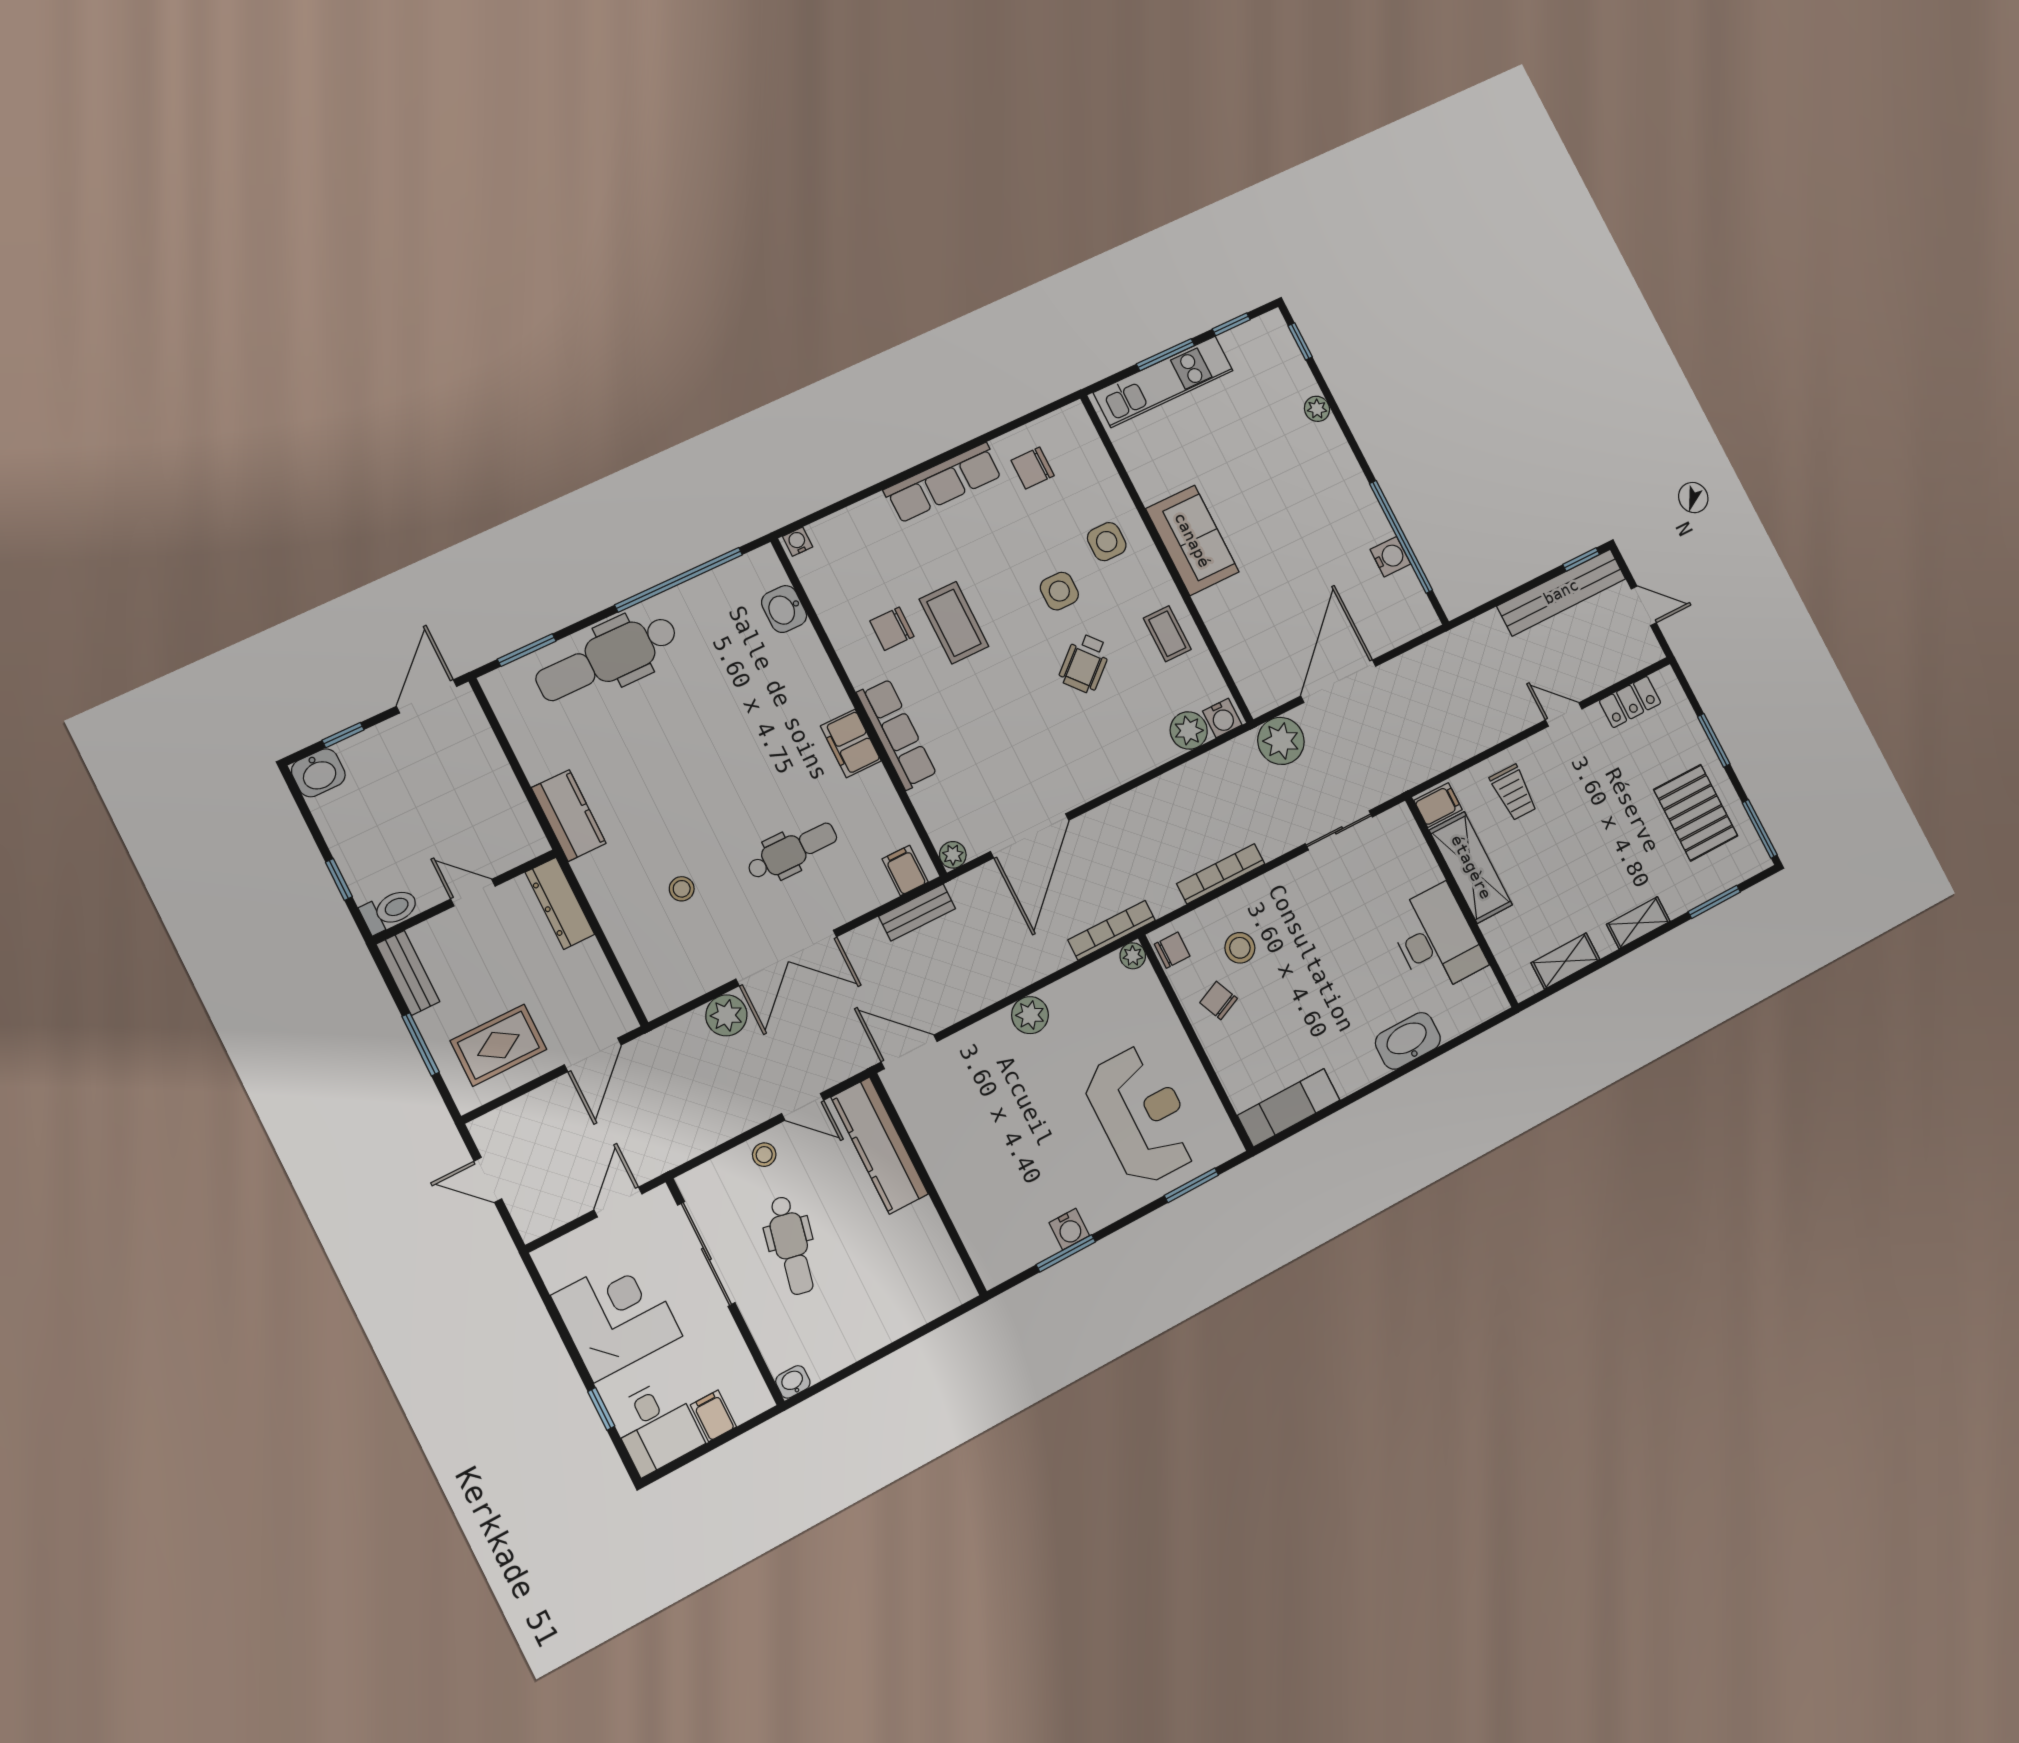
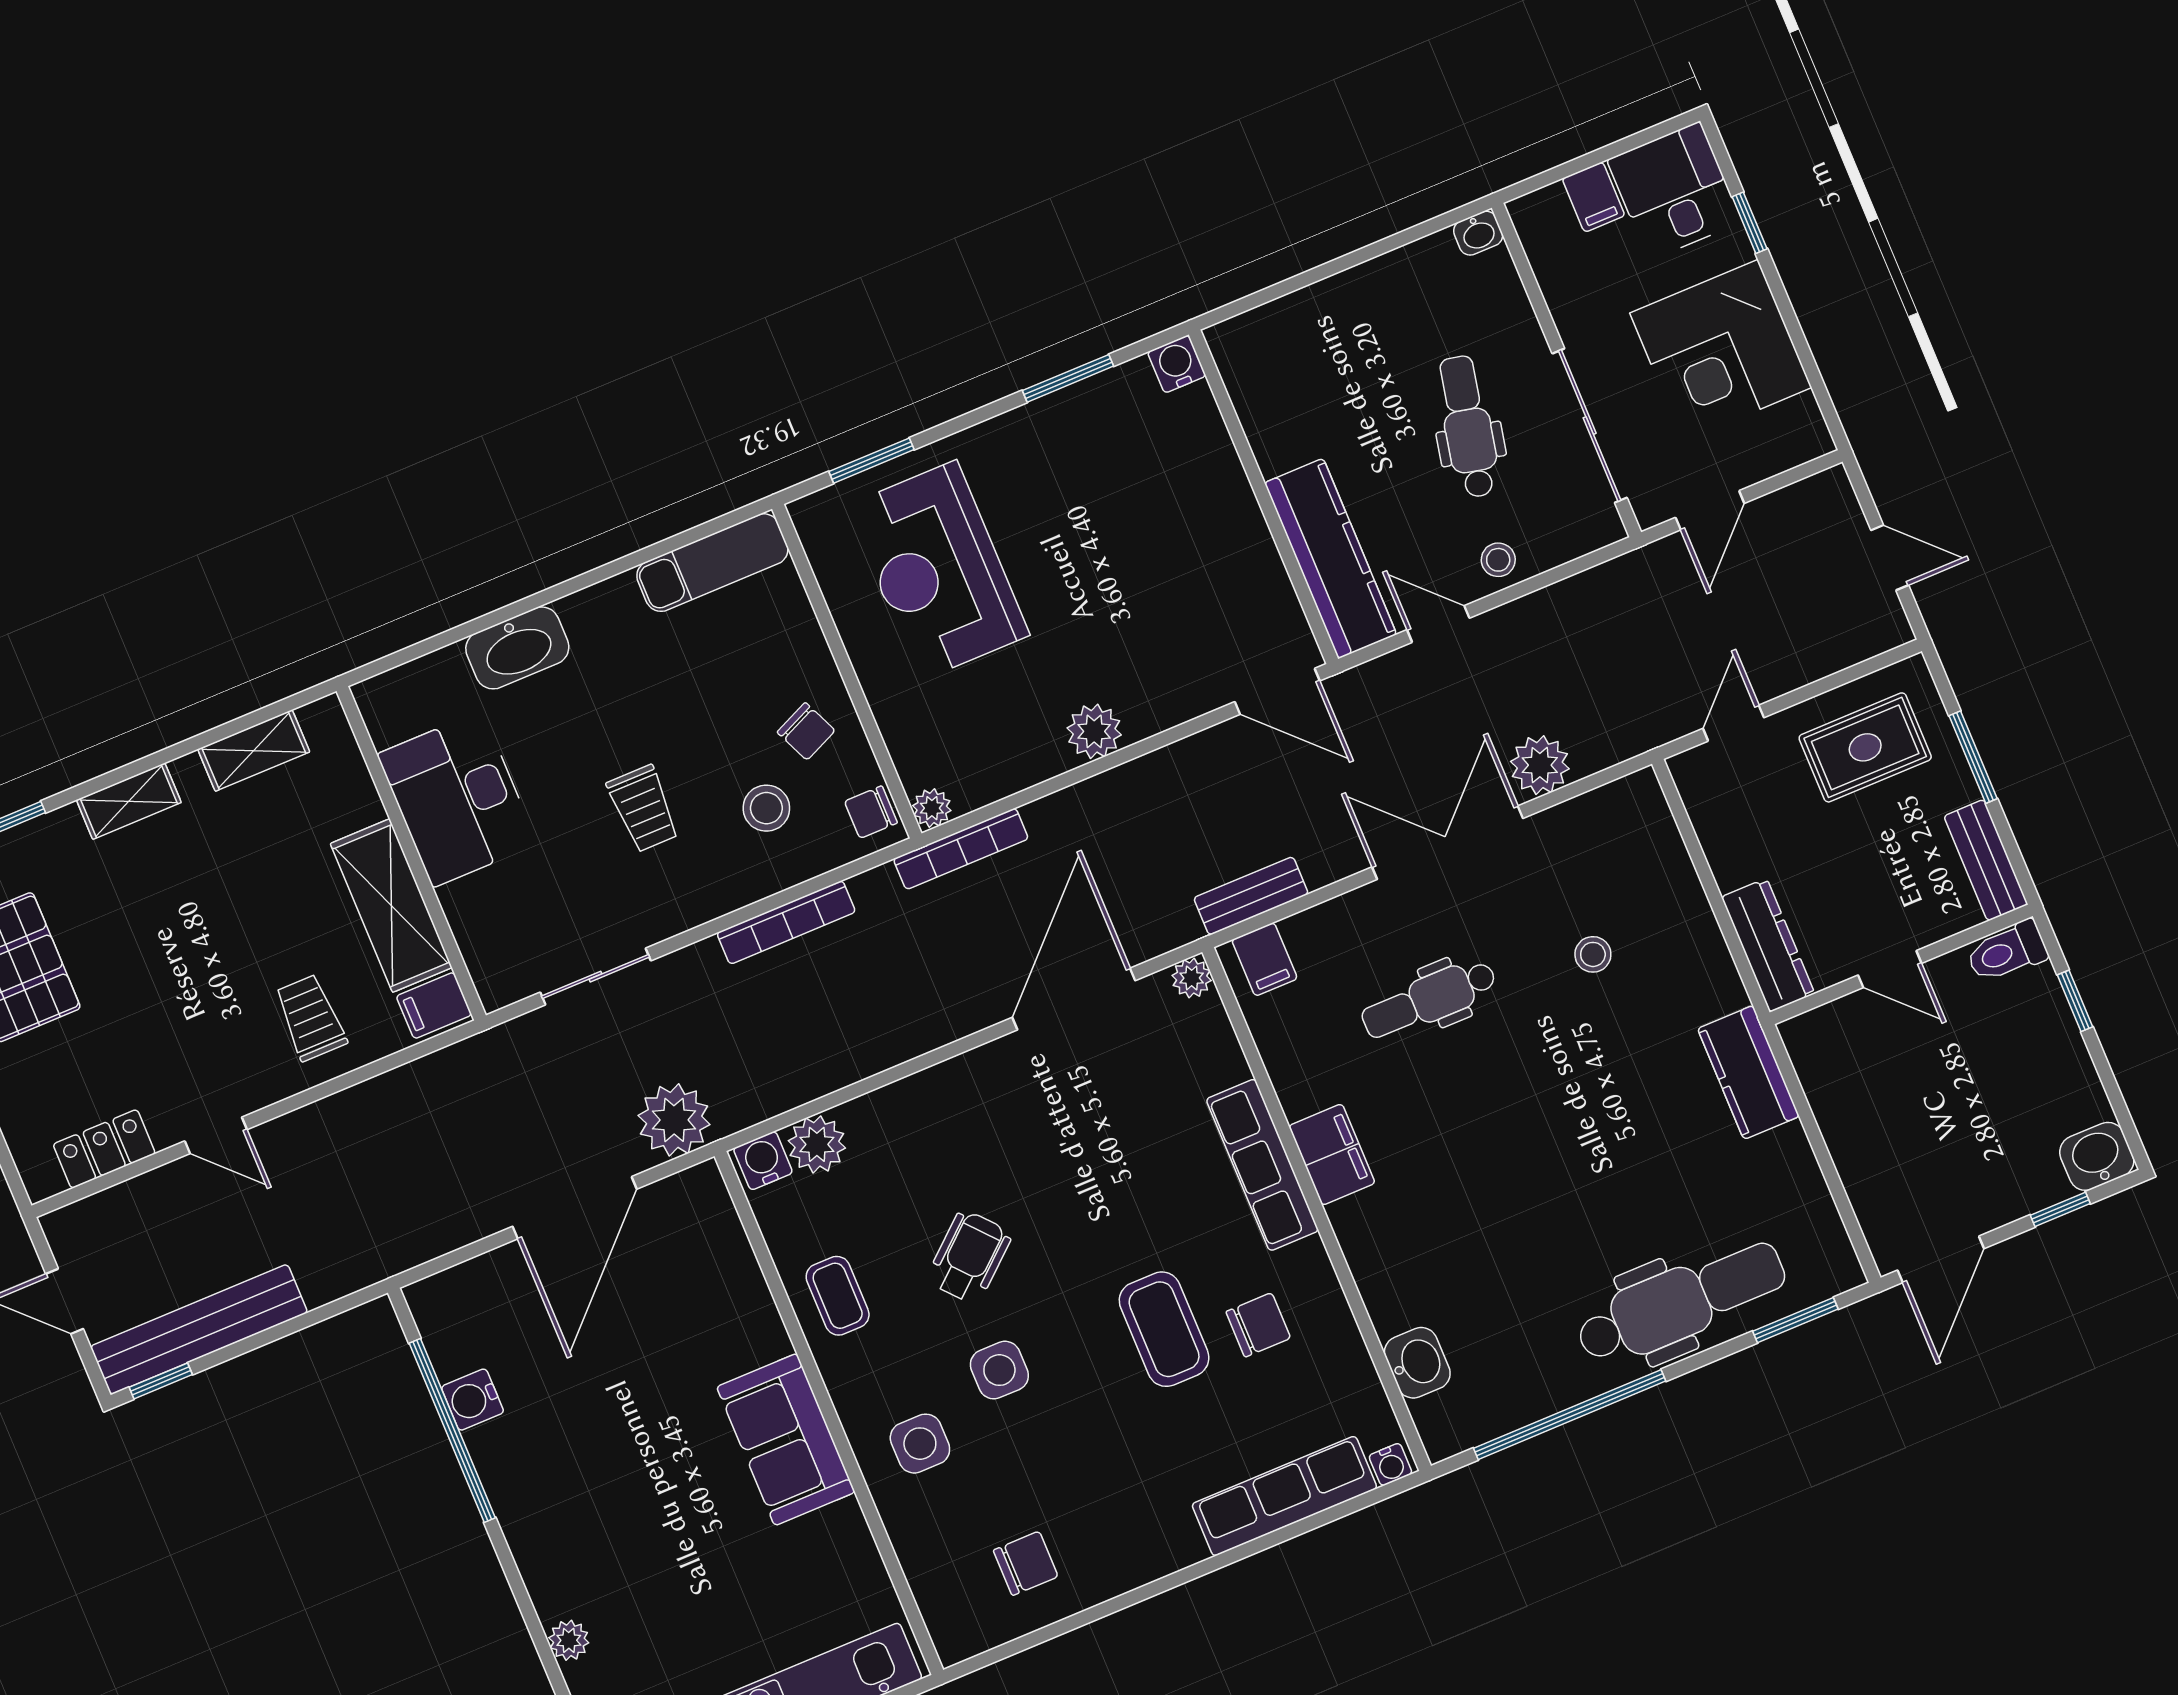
row of seats: (943, 483) -> (1284, 1496), moved
trolley: (1318, 942) -> (643, 809), added
door: (593, 1055) -> (1733, 723), width x0.73
water cooler: (1069, 1229) -> (1177, 364), moved

